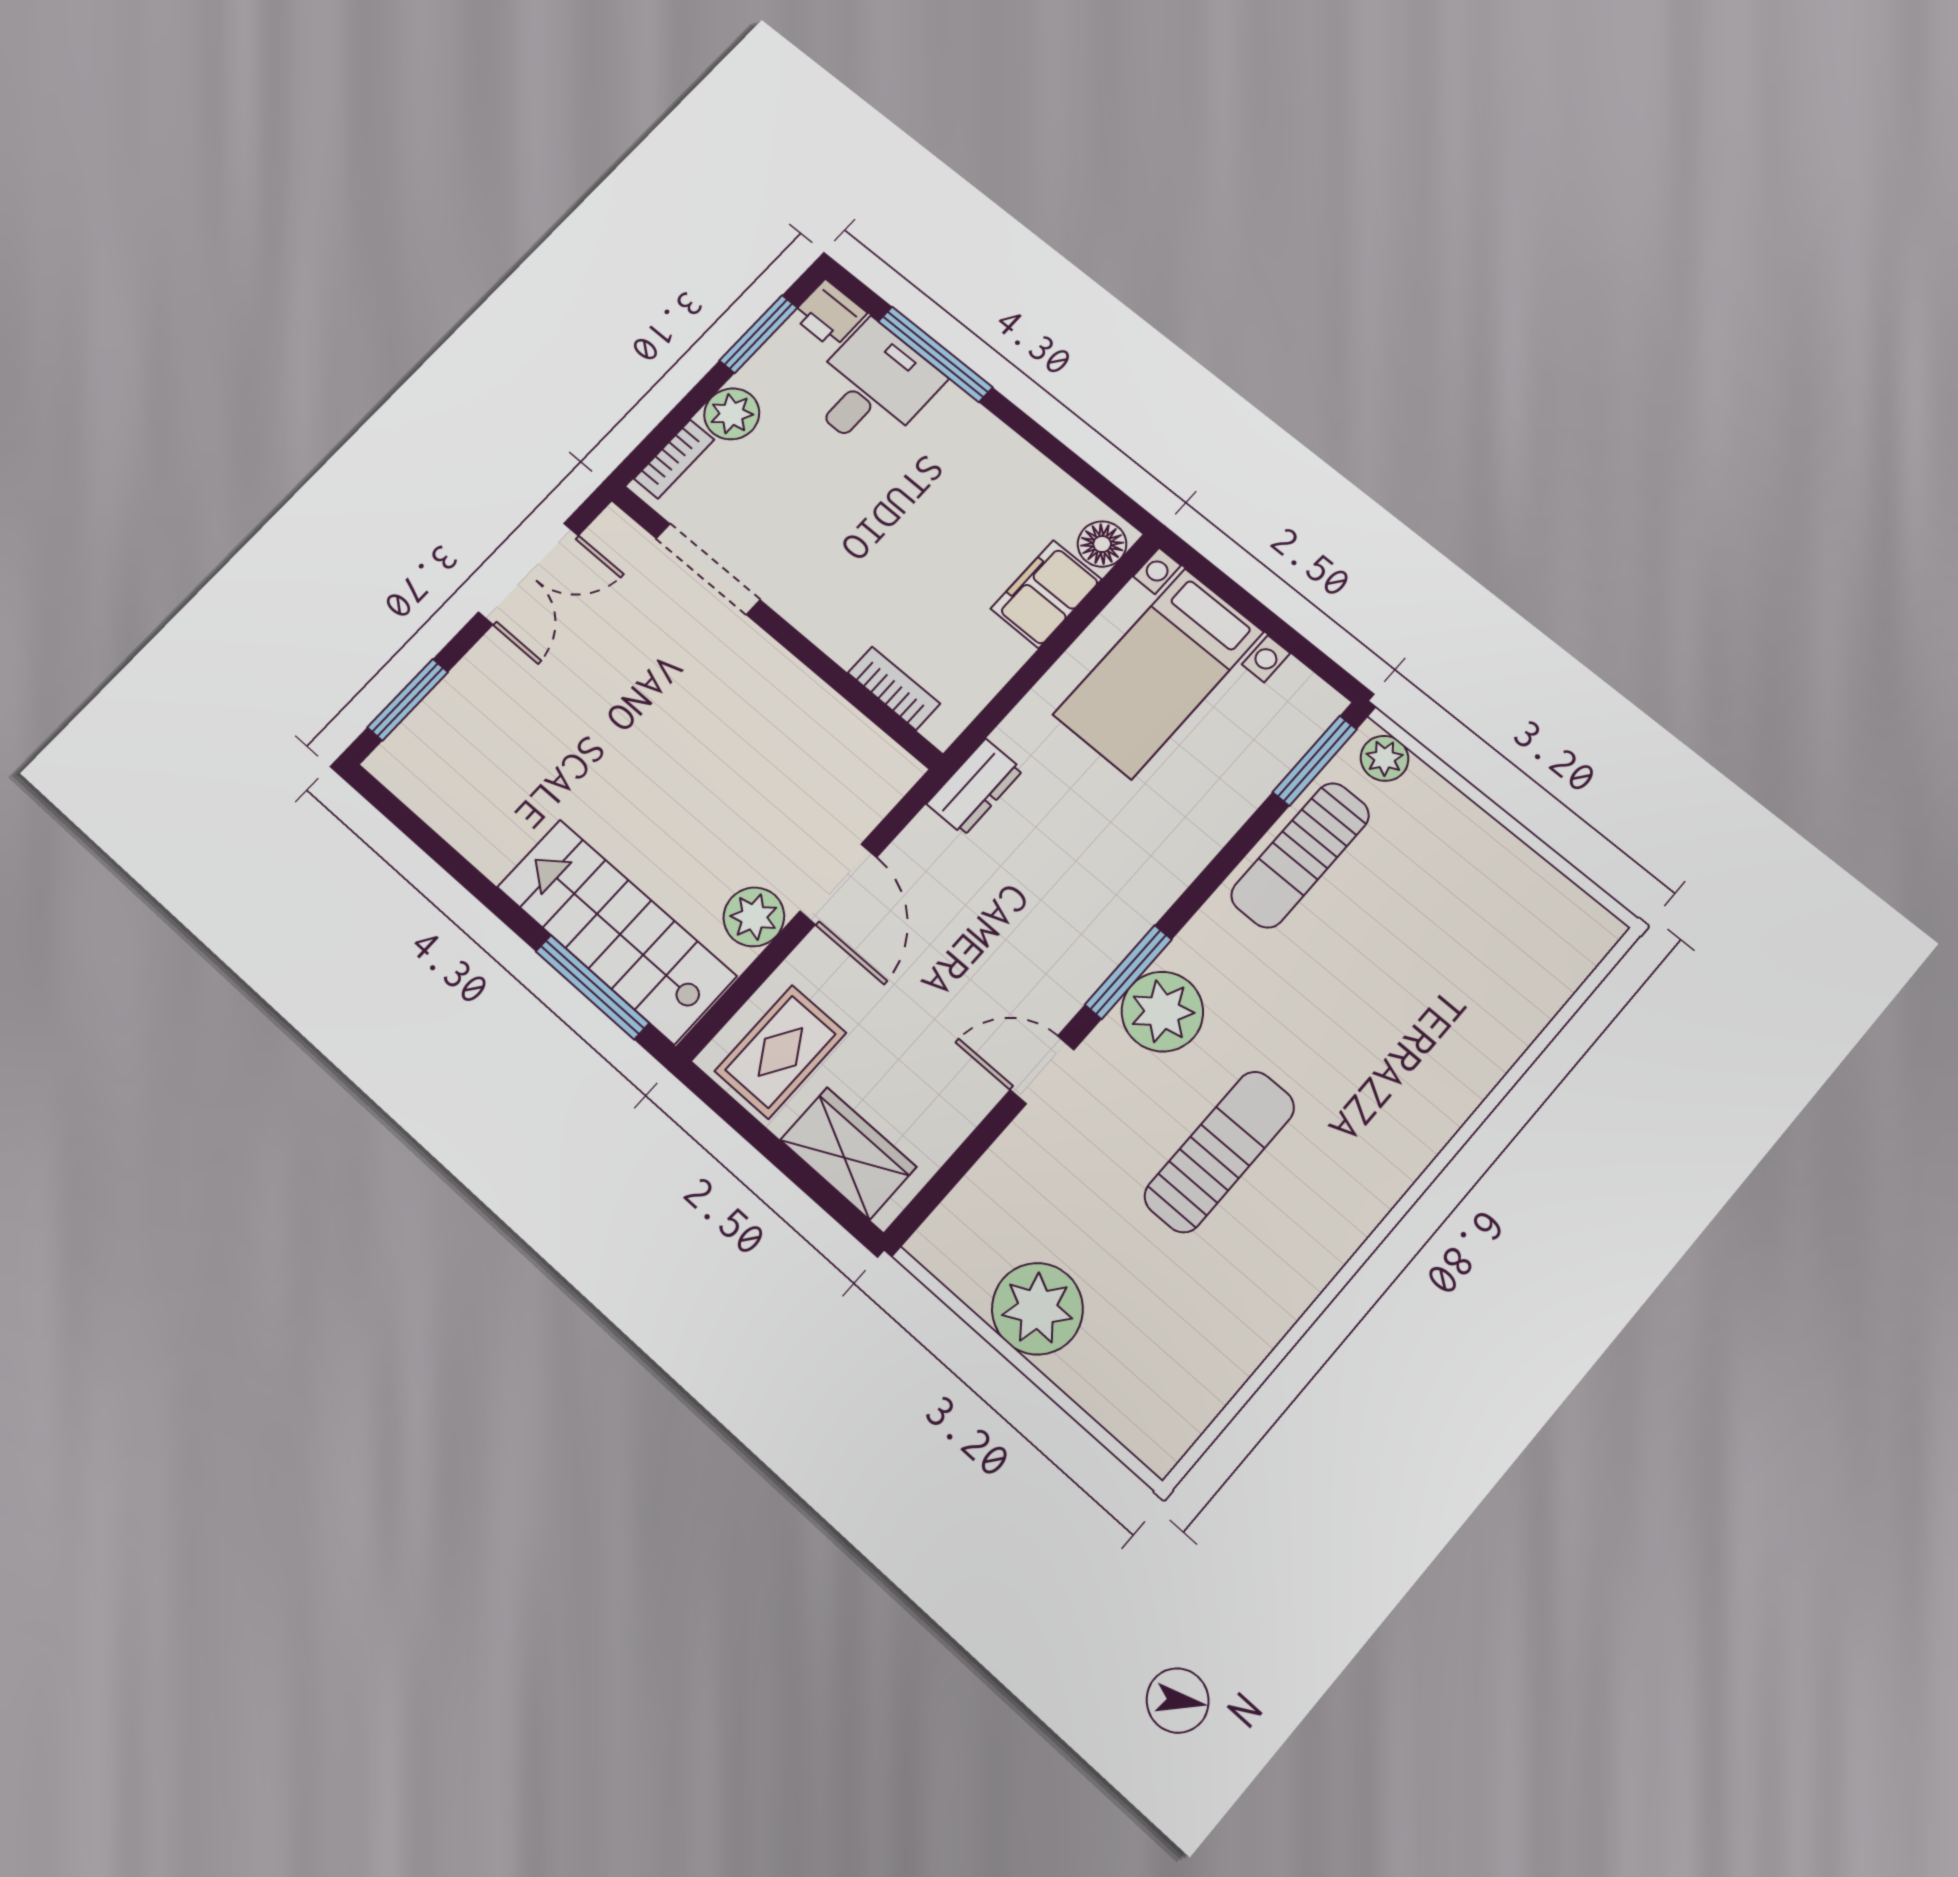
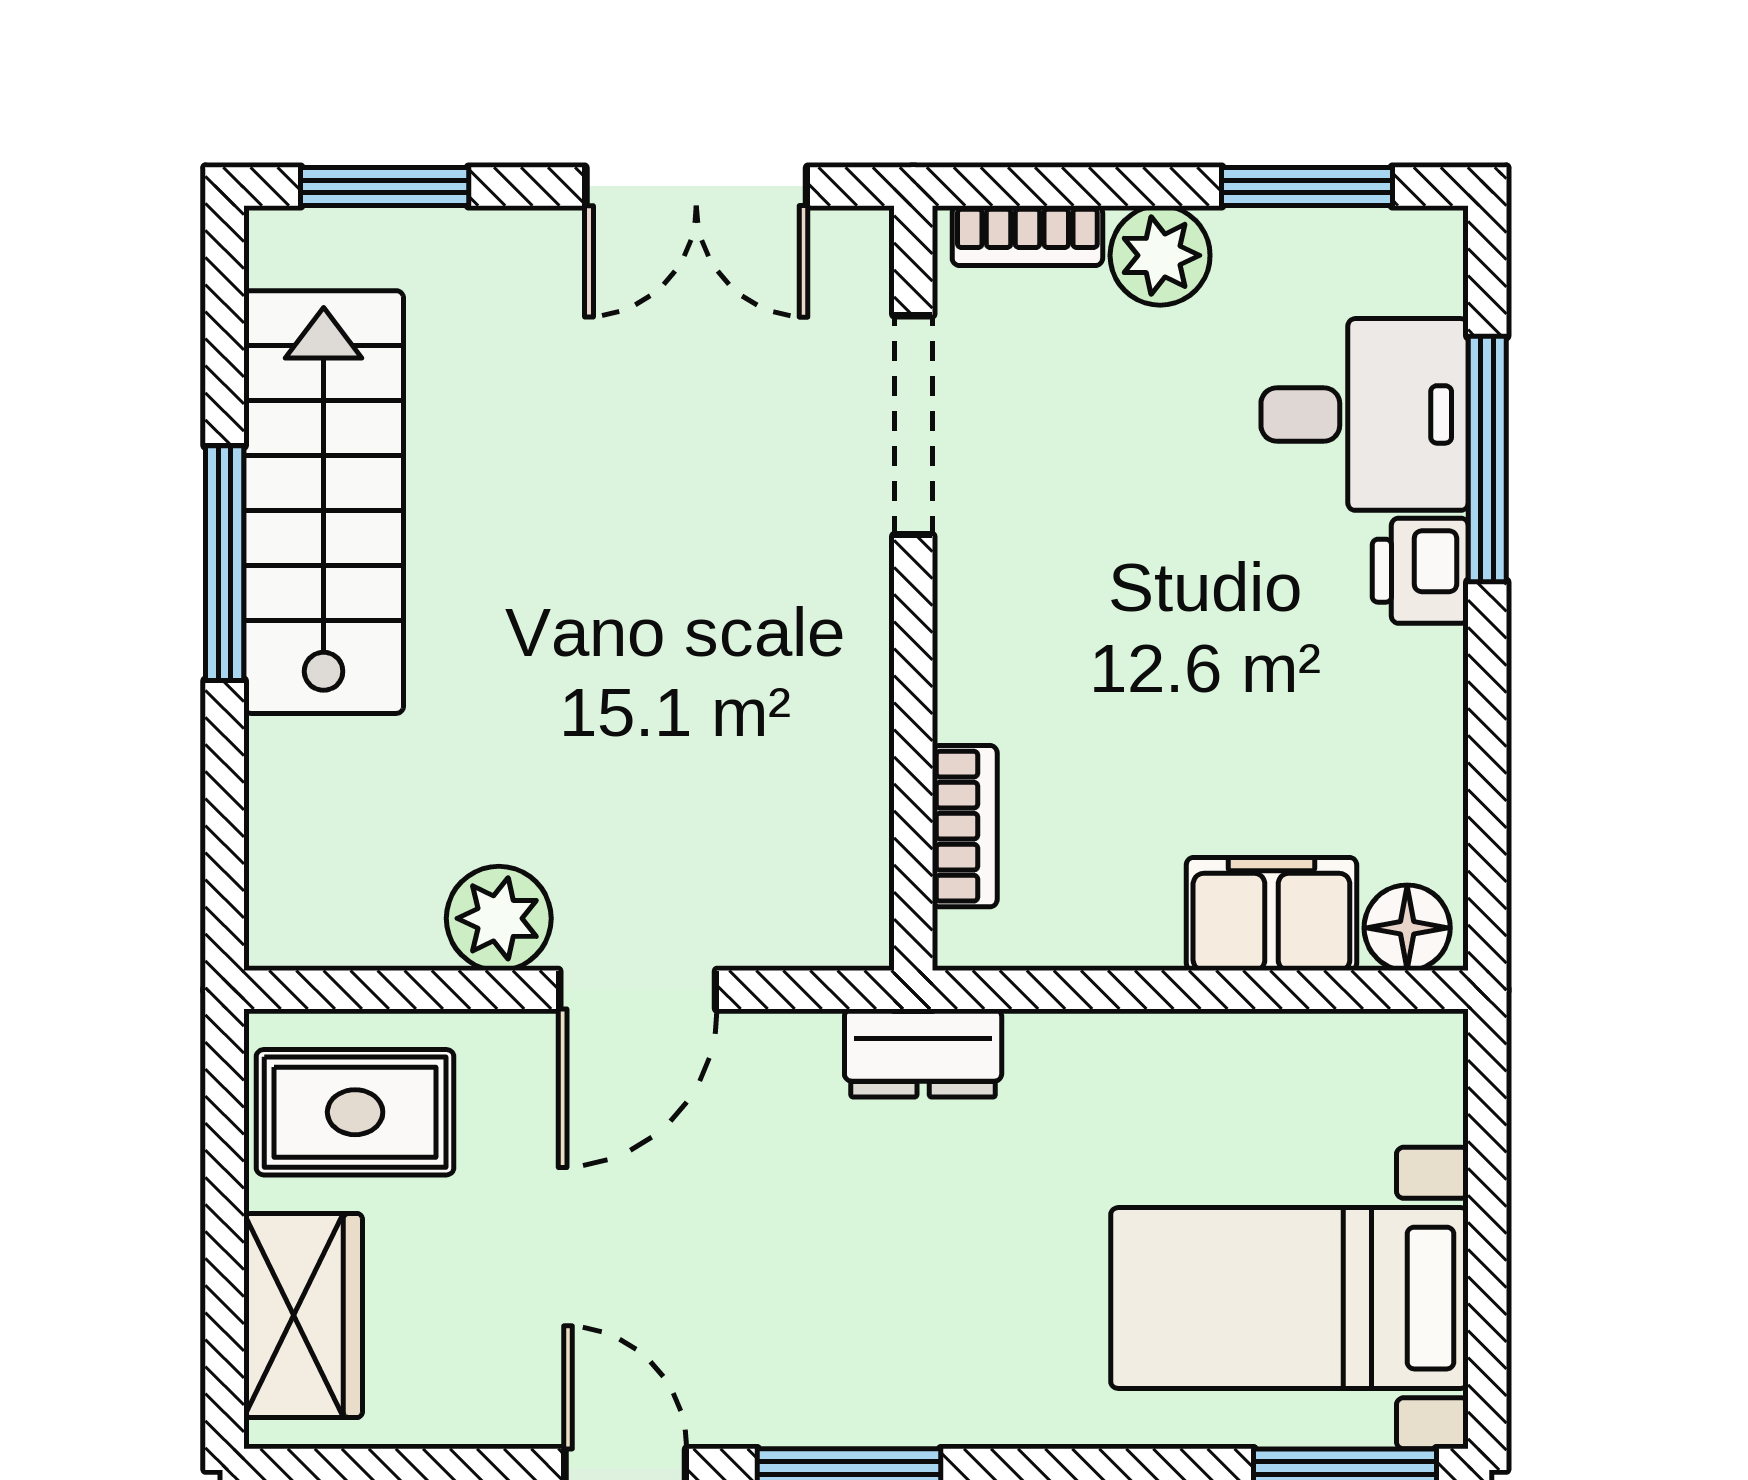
printer: (829, 314) -> (1420, 571), moved
bed with nightstands: (1159, 673) -> (1289, 1298), moved
stairs: (616, 931) -> (324, 502), moved
window: (592, 987) -> (225, 563), moved

